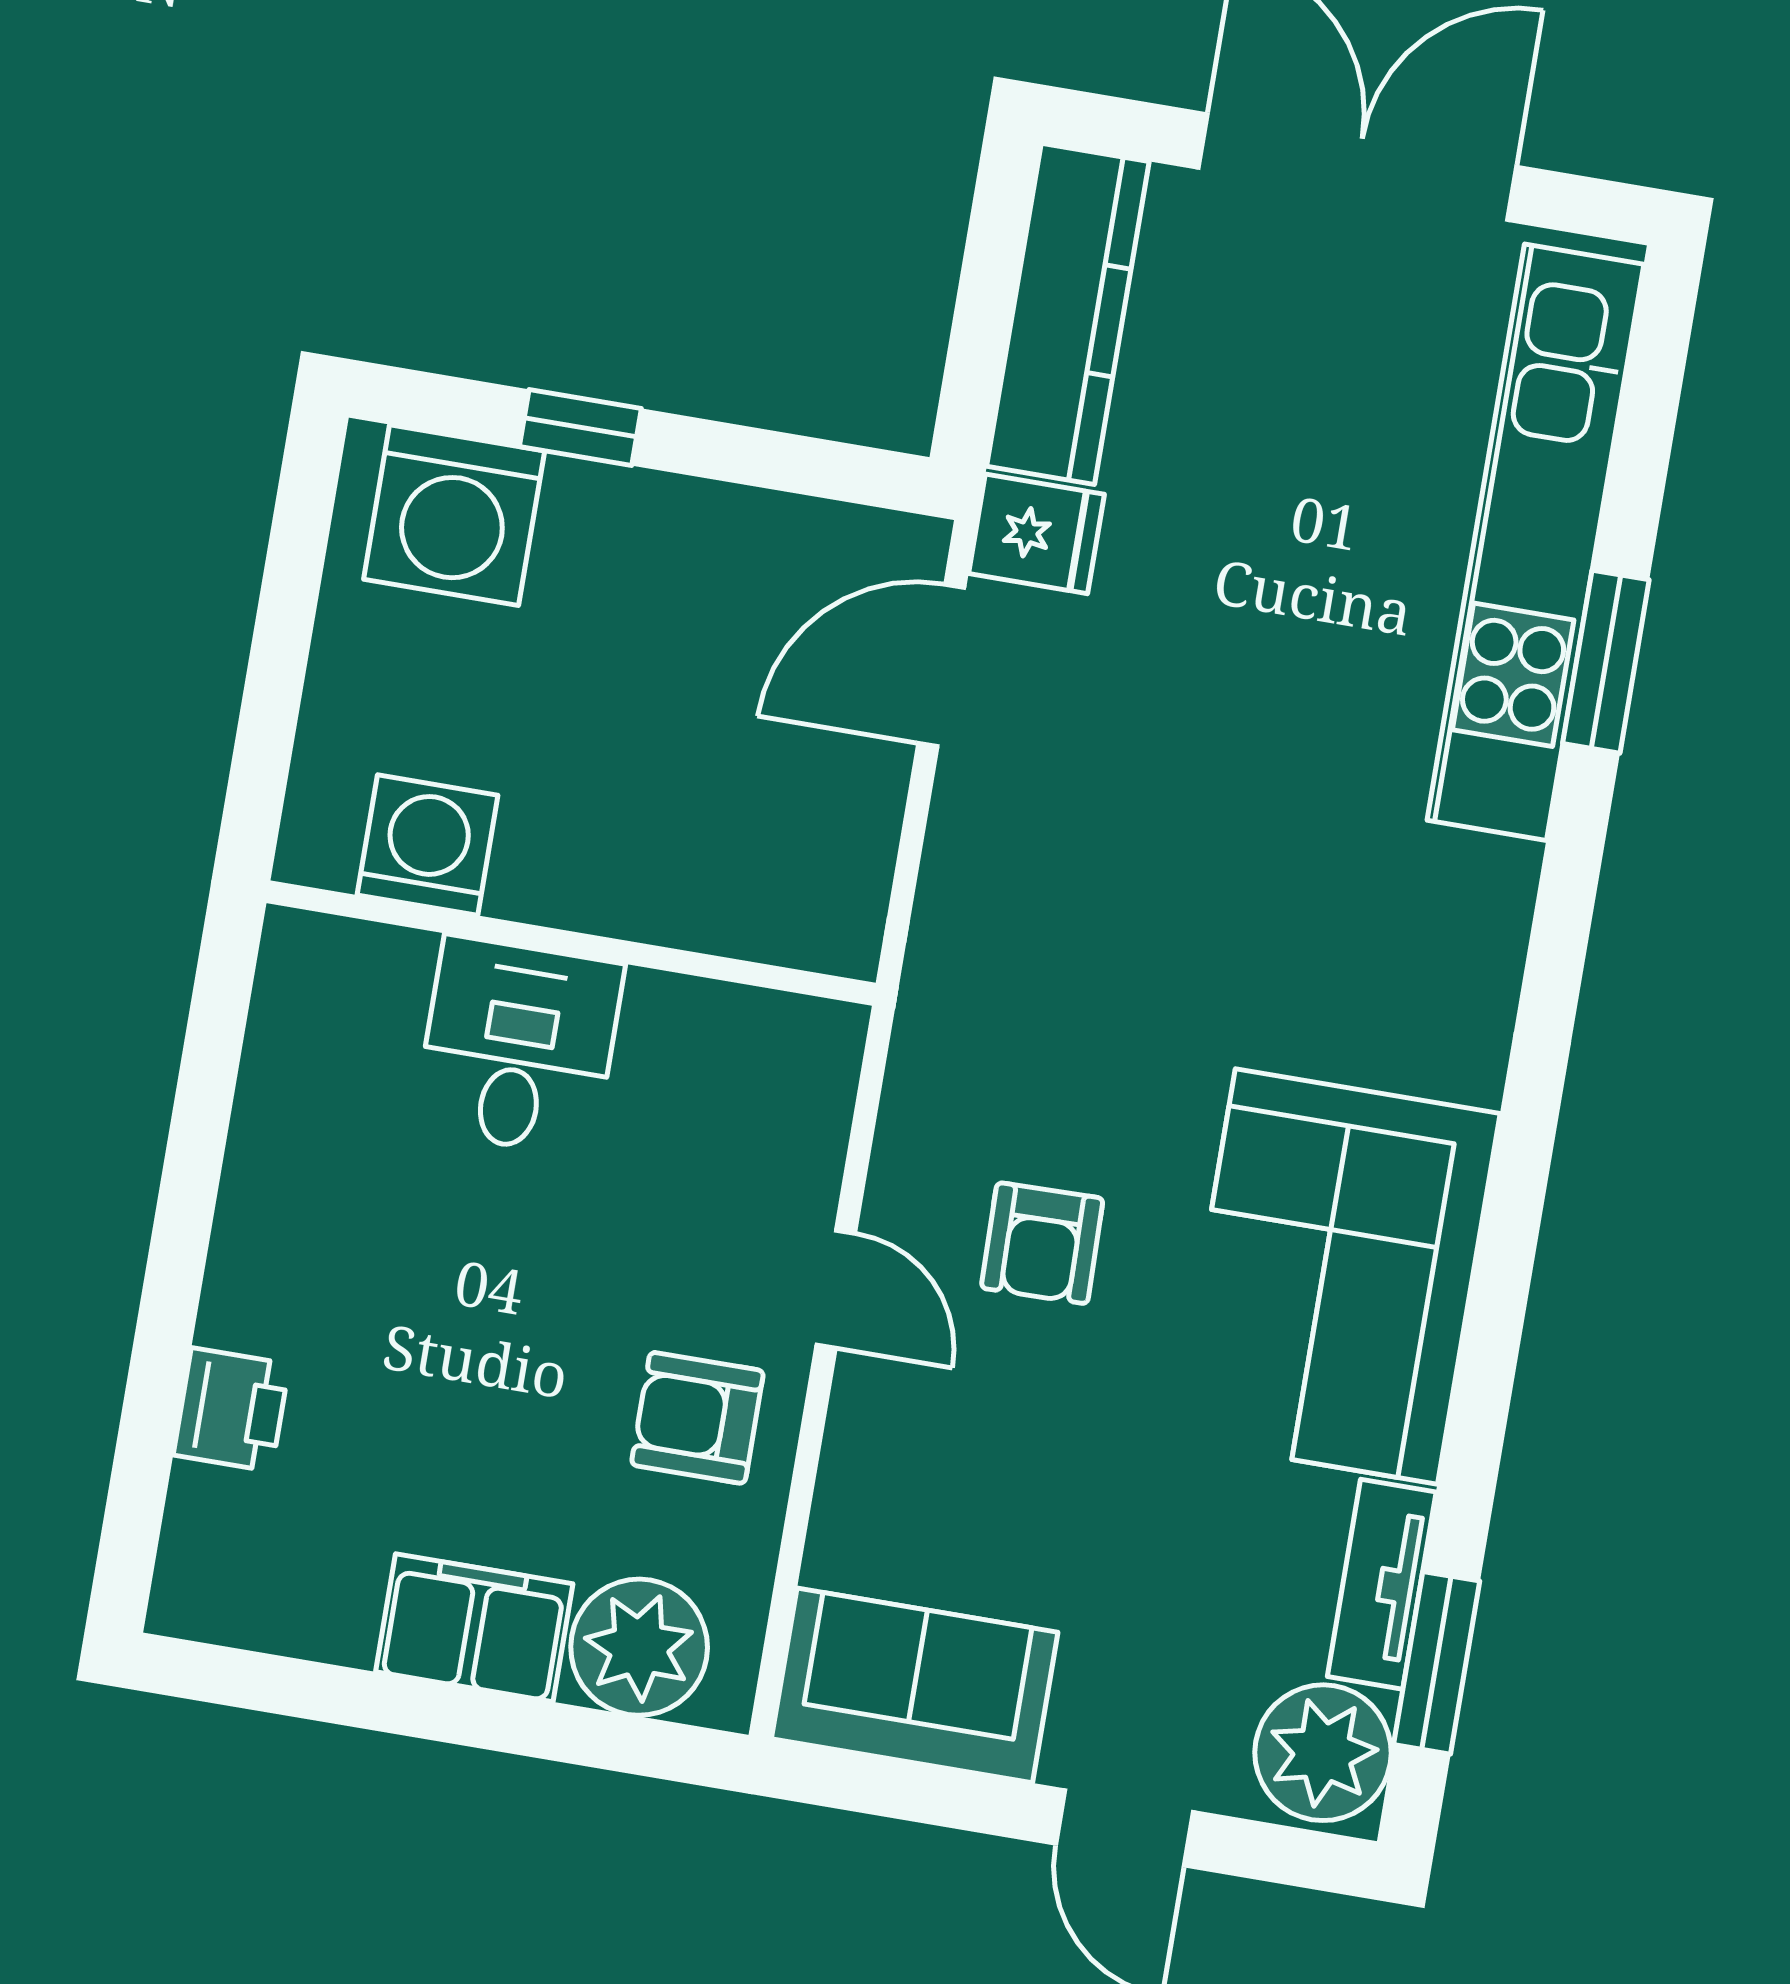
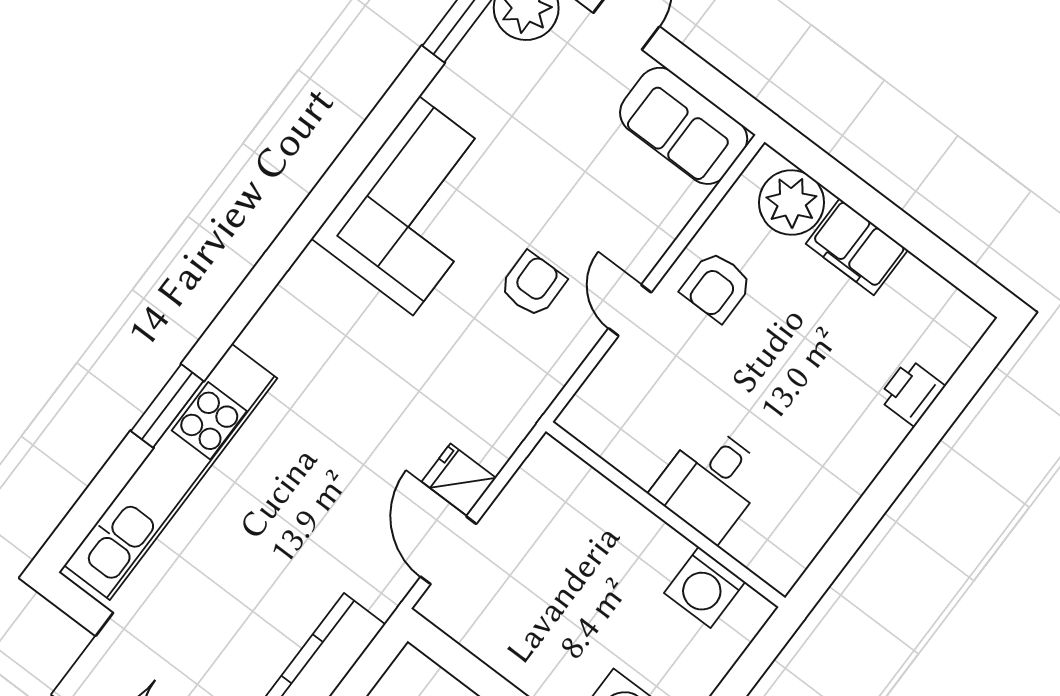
fridge: (1036, 534) -> (459, 480), moved
door: (941, 665) -> (448, 550), swing flipped
armchair: (697, 1418) -> (717, 286), turned 90
tv unit: (1382, 1584) -> (464, 66), removed

